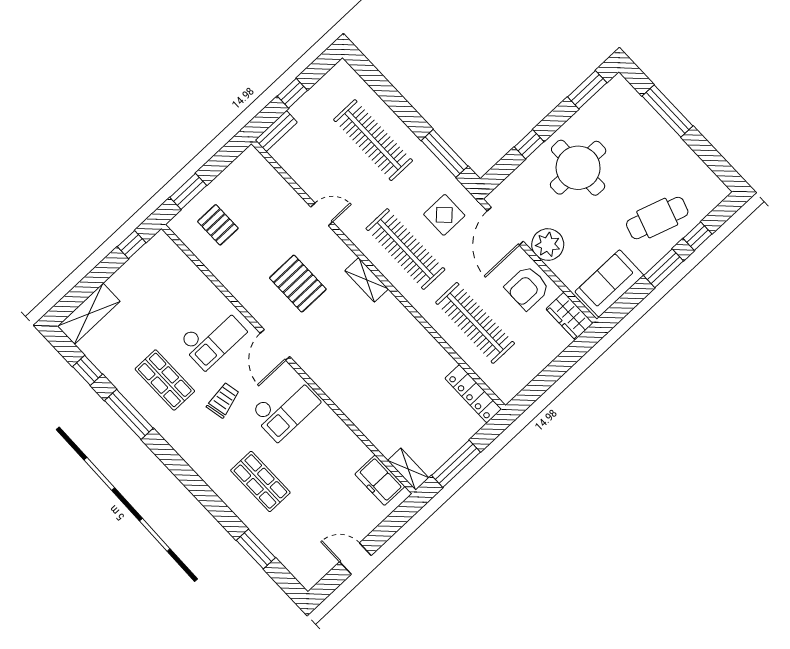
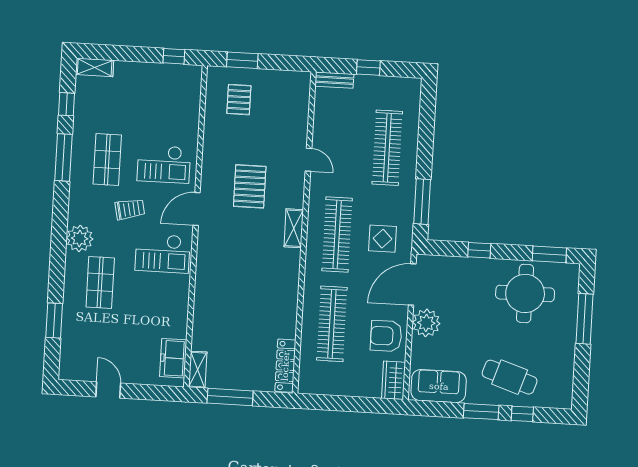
round table: (578, 168) -> (525, 293), moved
shelving: (89, 314) -> (95, 67), width x0.67, depth x0.75
plant: (208, 464) -> (80, 238), added

